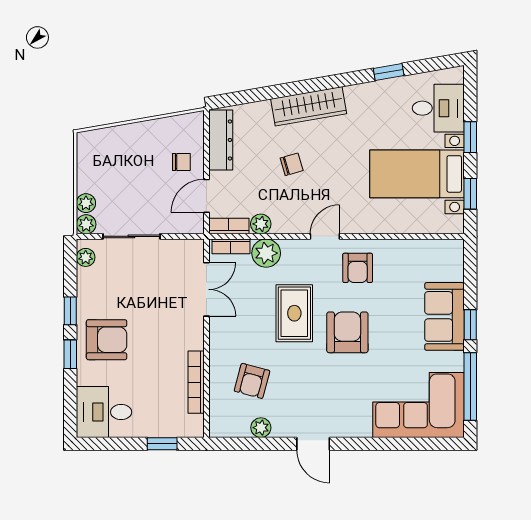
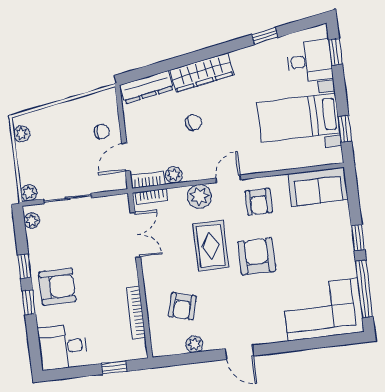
window: (470, 137) -> (335, 52), moved
dresser: (221, 140) -> (147, 87), moved, turned 80
plant: (86, 203) -> (22, 134), moved
plant: (266, 253) -> (199, 196), moved
sofa: (444, 316) -> (318, 187), moved, turned -90

